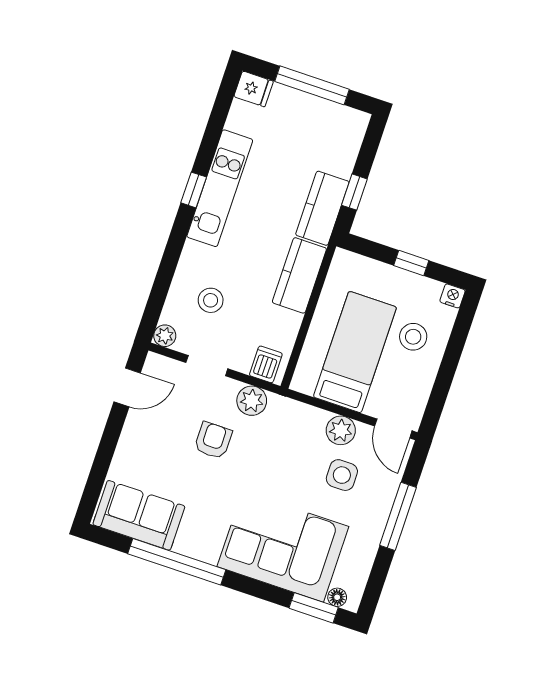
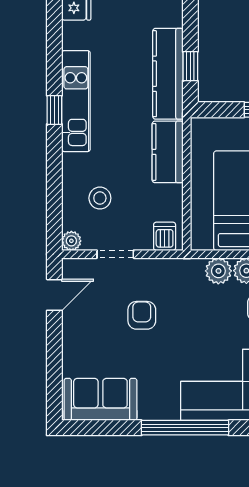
kitchen counter: (322, 208) -> (168, 74), width x1.50
plant: (252, 401) -> (218, 271), moved
window: (177, 562) -> (185, 428), moved

